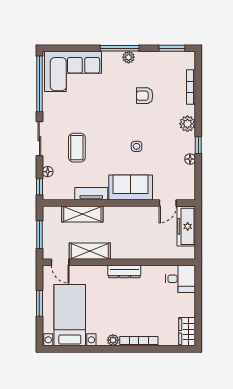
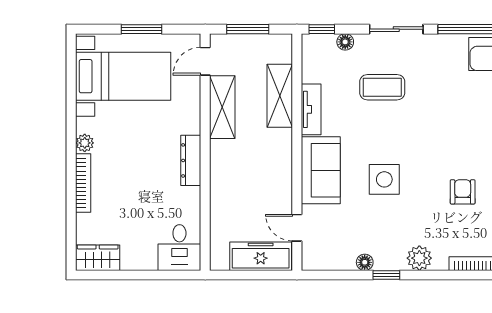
side table: (137, 146) -> (384, 179), width x1.87, depth x1.87

